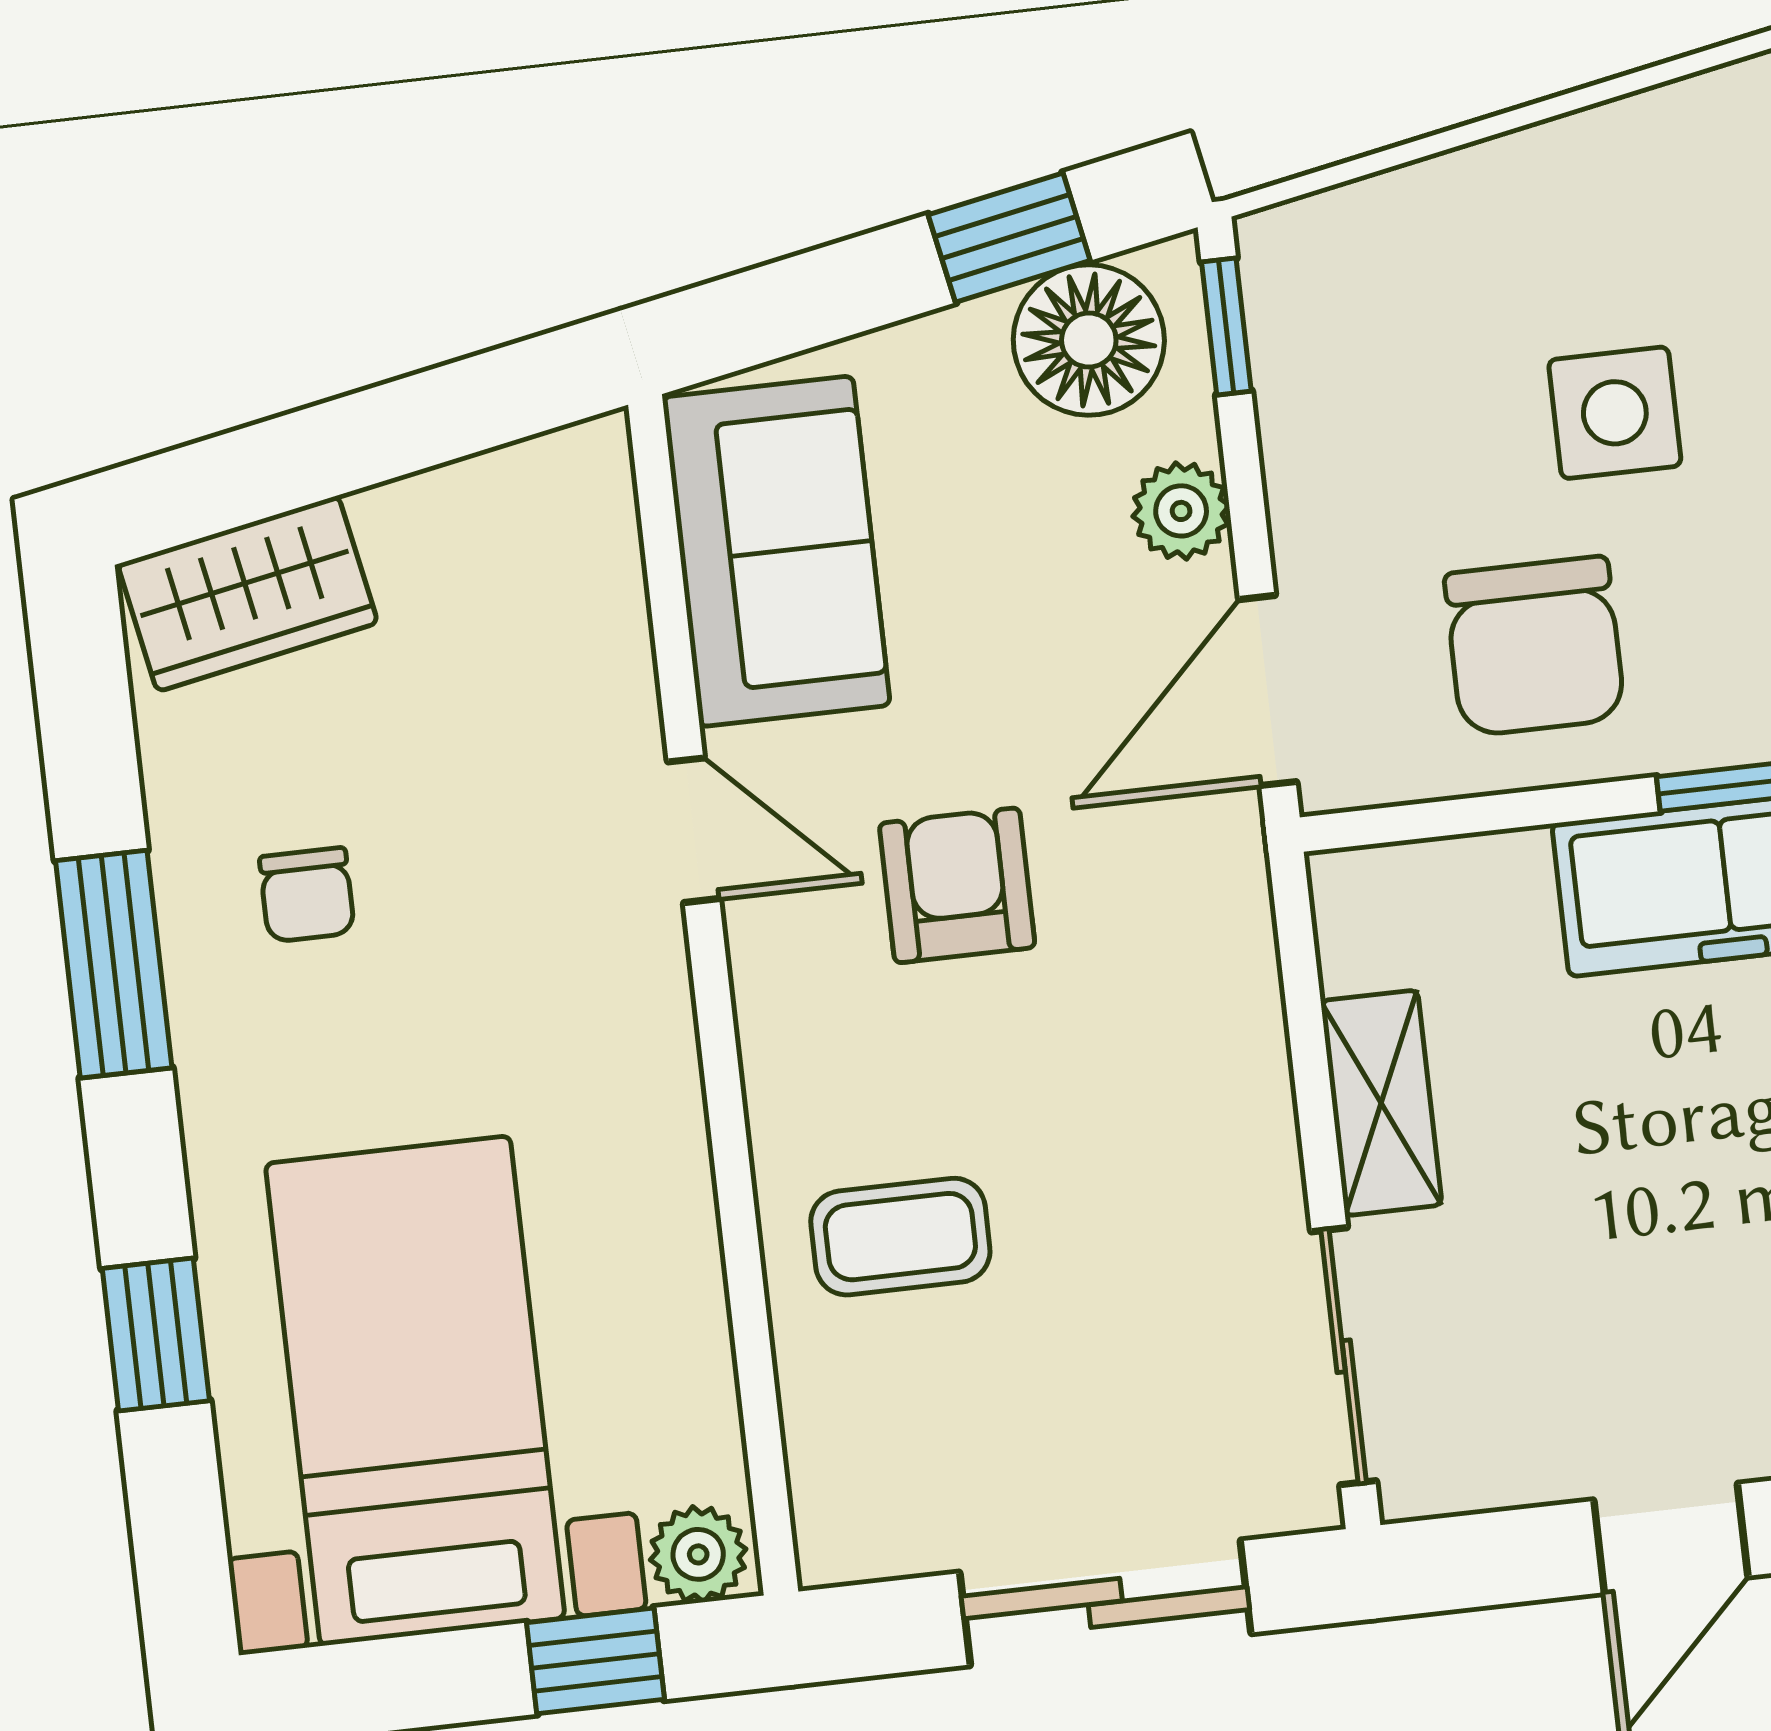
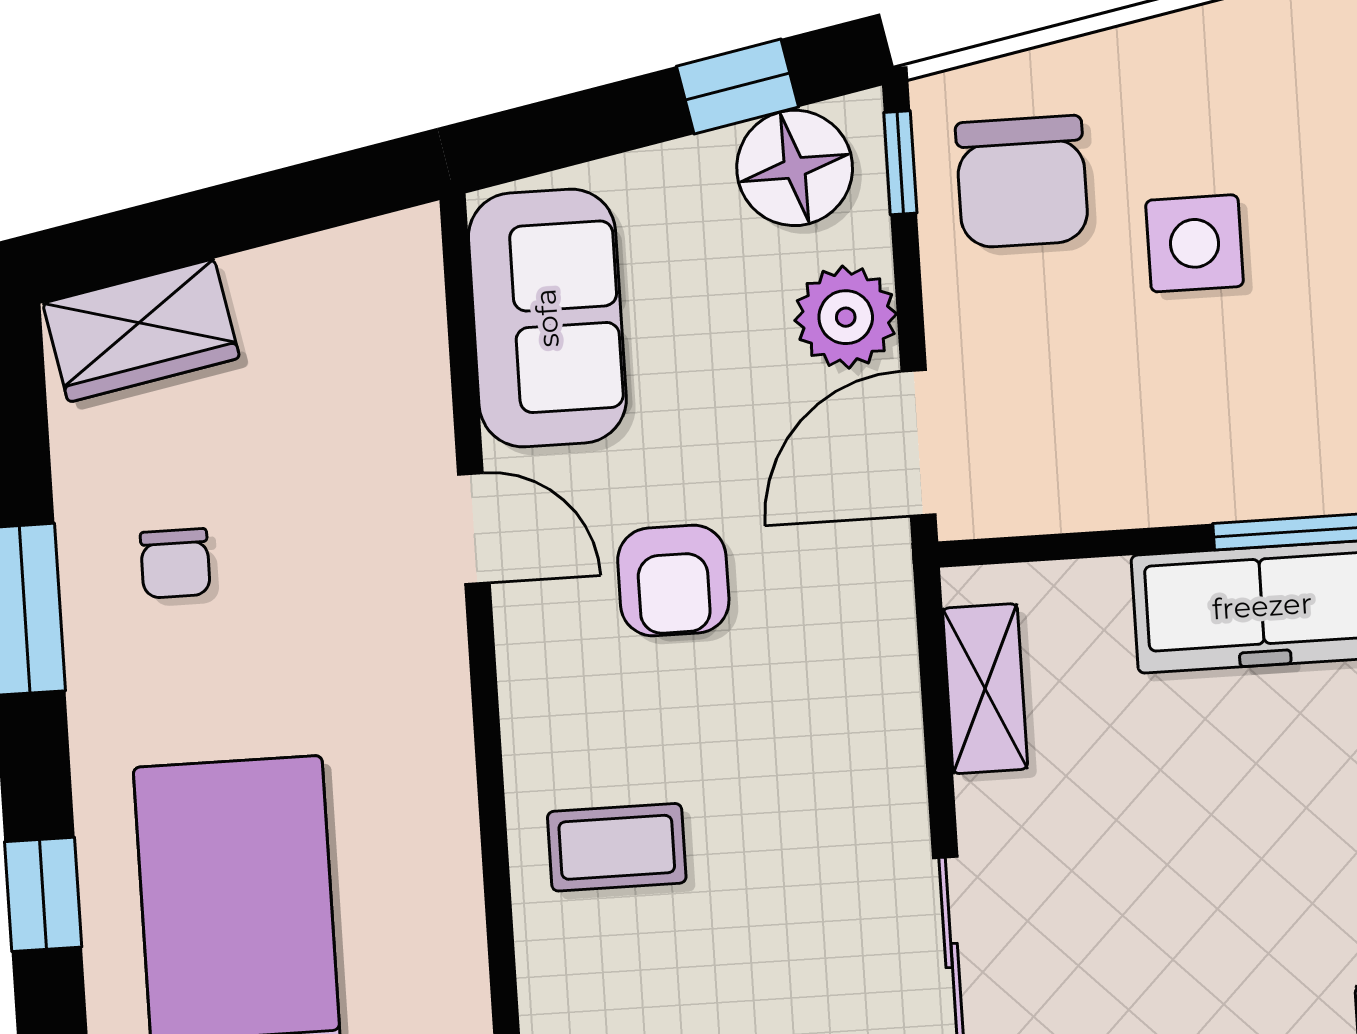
plant: (1181, 511) -> (846, 317), width x1.38, depth x1.38
chair: (1535, 646) -> (1022, 182), moved
armchair: (957, 885) -> (673, 581), turned 180
shelving: (1381, 1103) -> (985, 689), moved

